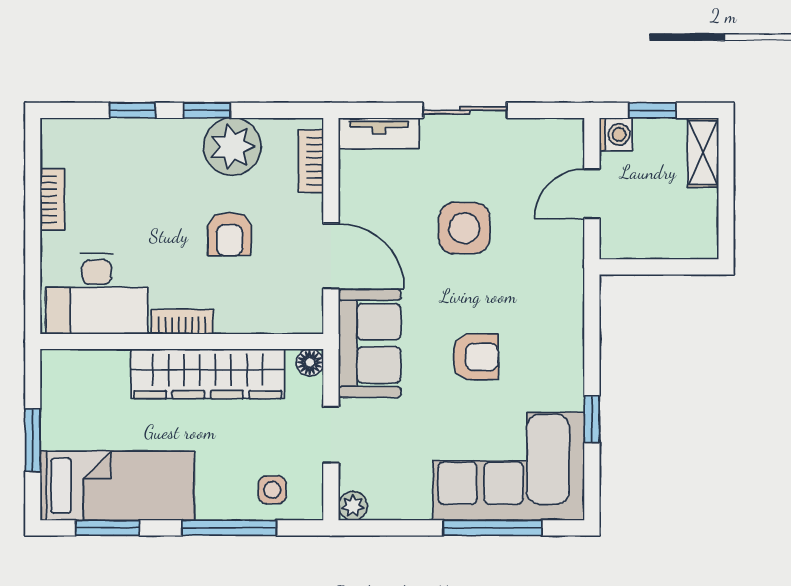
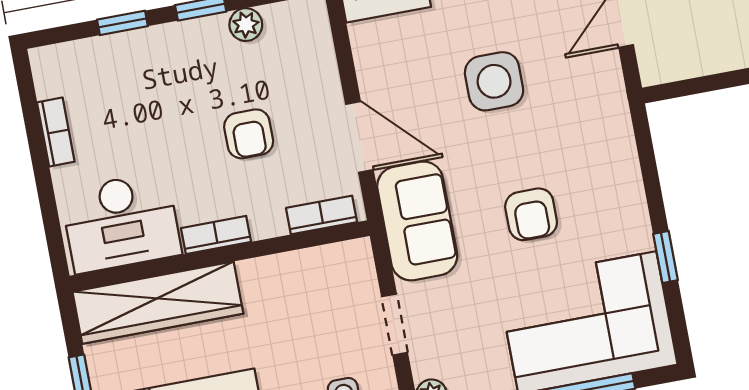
plant: (232, 147) -> (246, 25), width x0.53, depth x0.53
bookcase: (311, 161) -> (321, 215), moved, turned 90
armchair: (476, 357) -> (531, 214), turned 90
floor lamp: (310, 363) -> (358, 253), removed
wardrobe: (208, 374) -> (158, 303), moved

